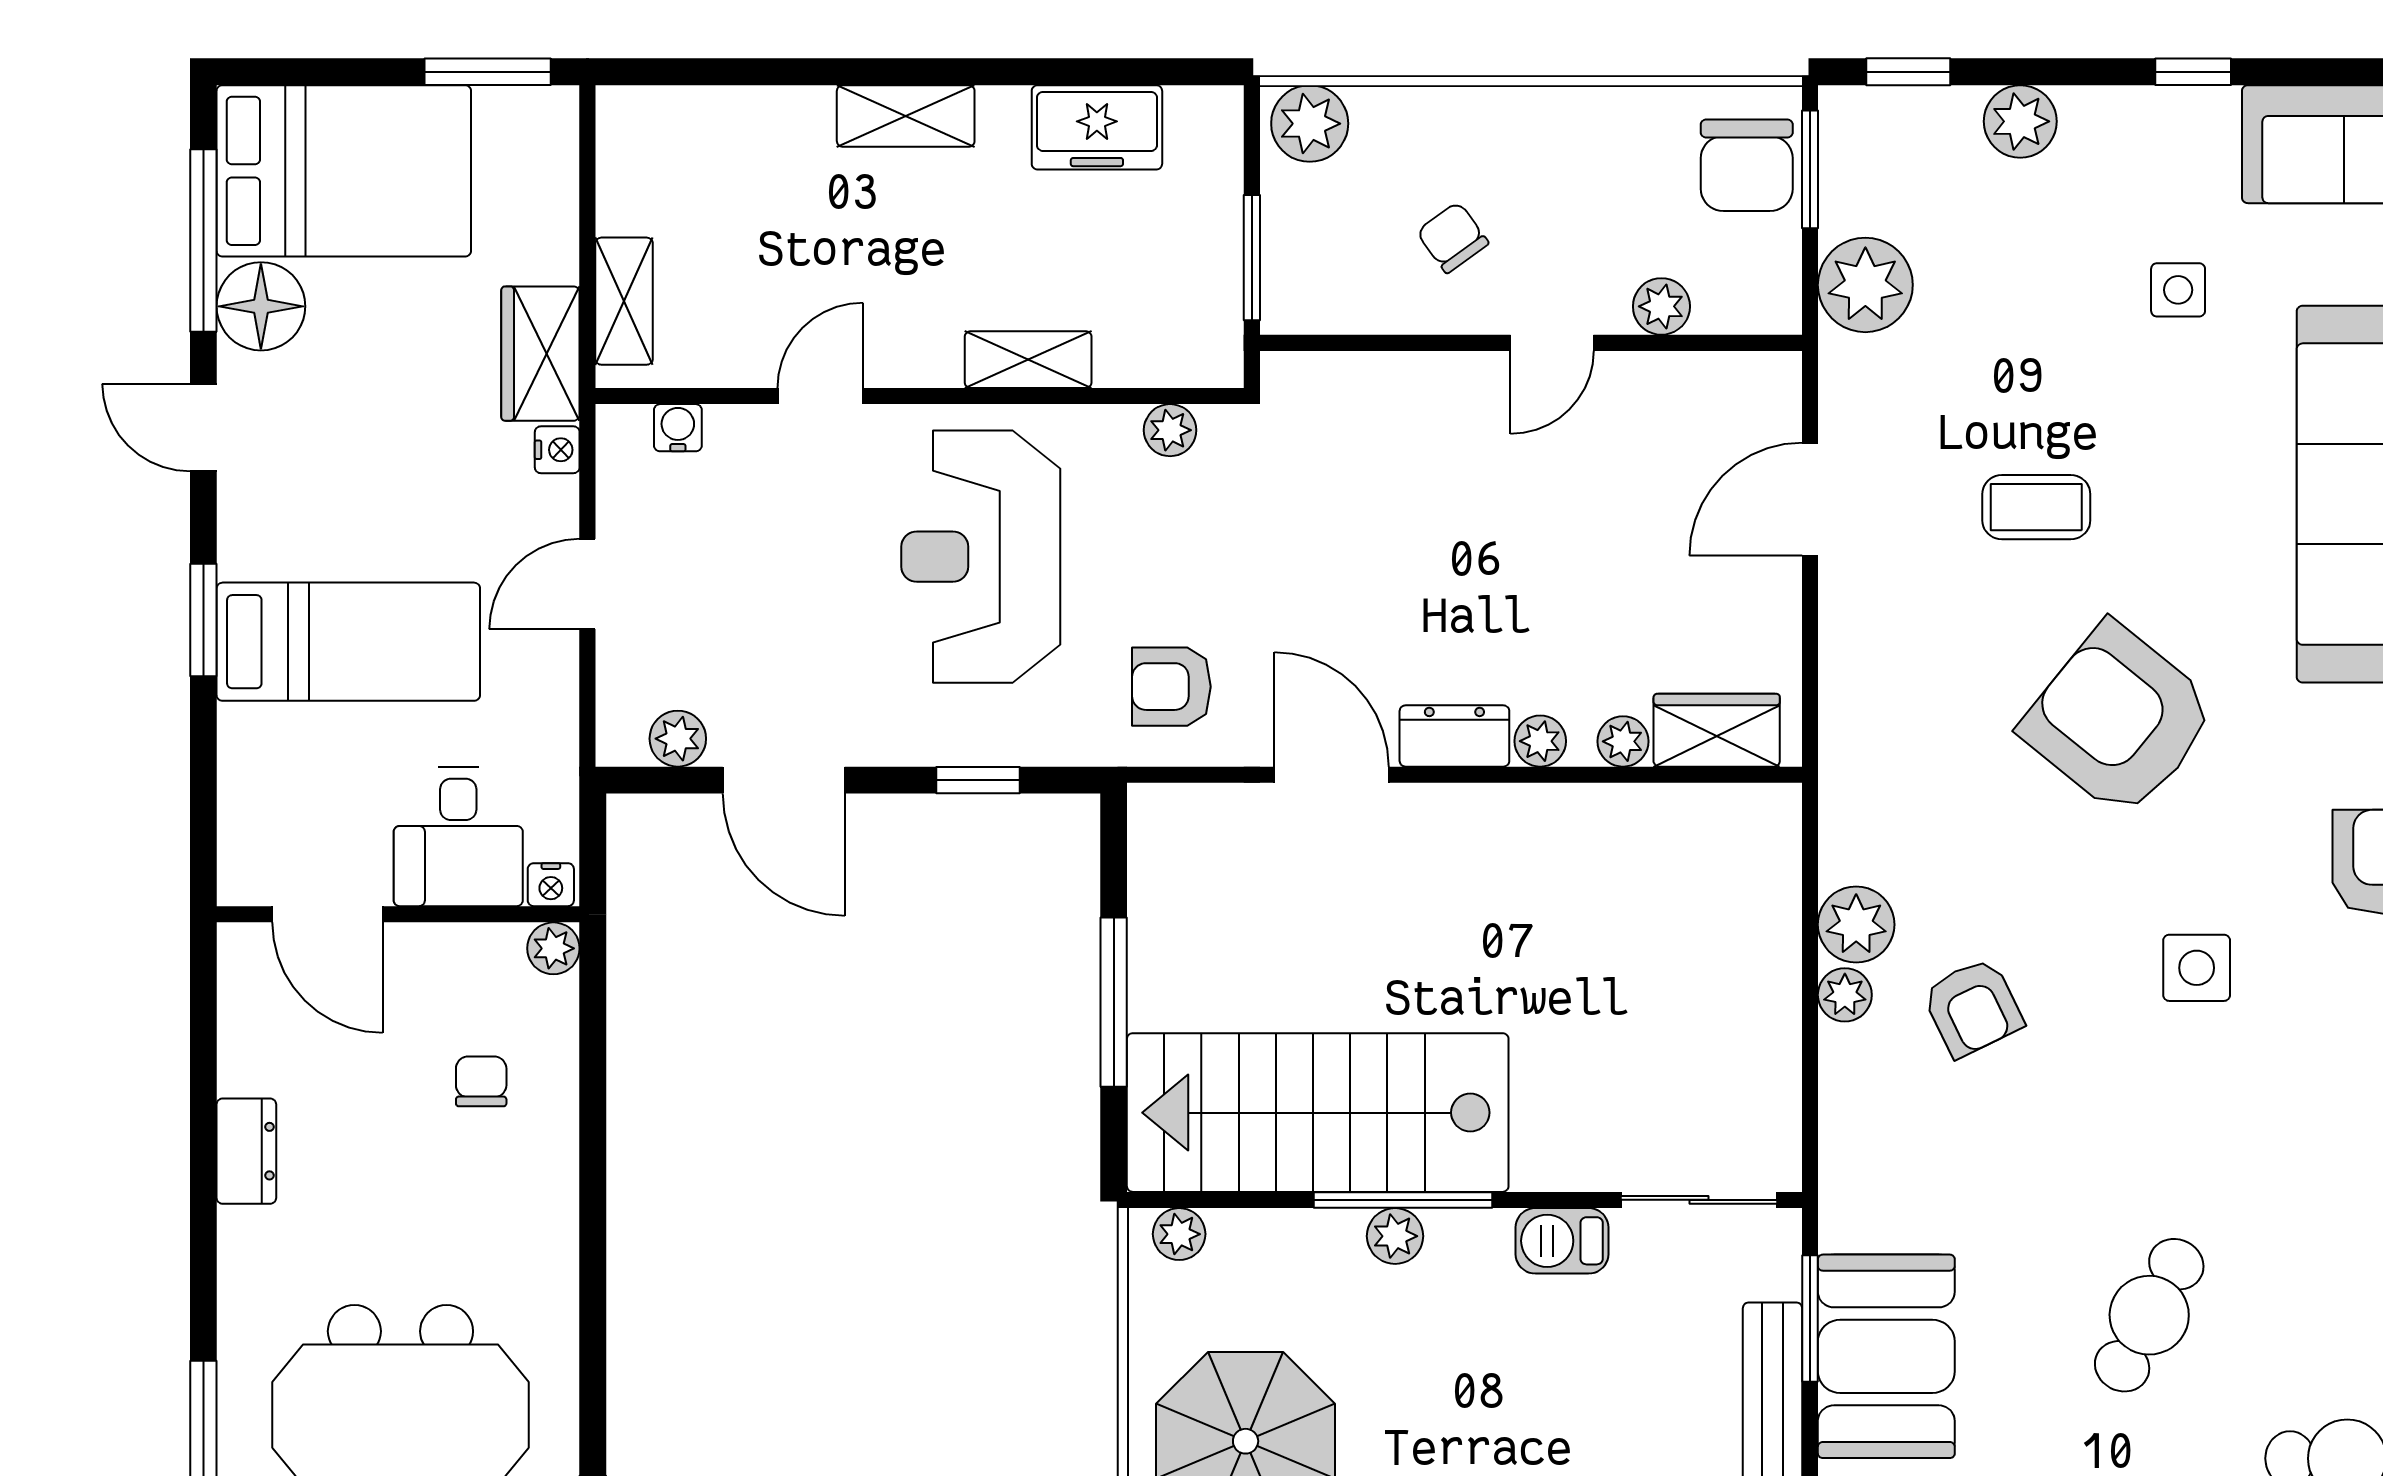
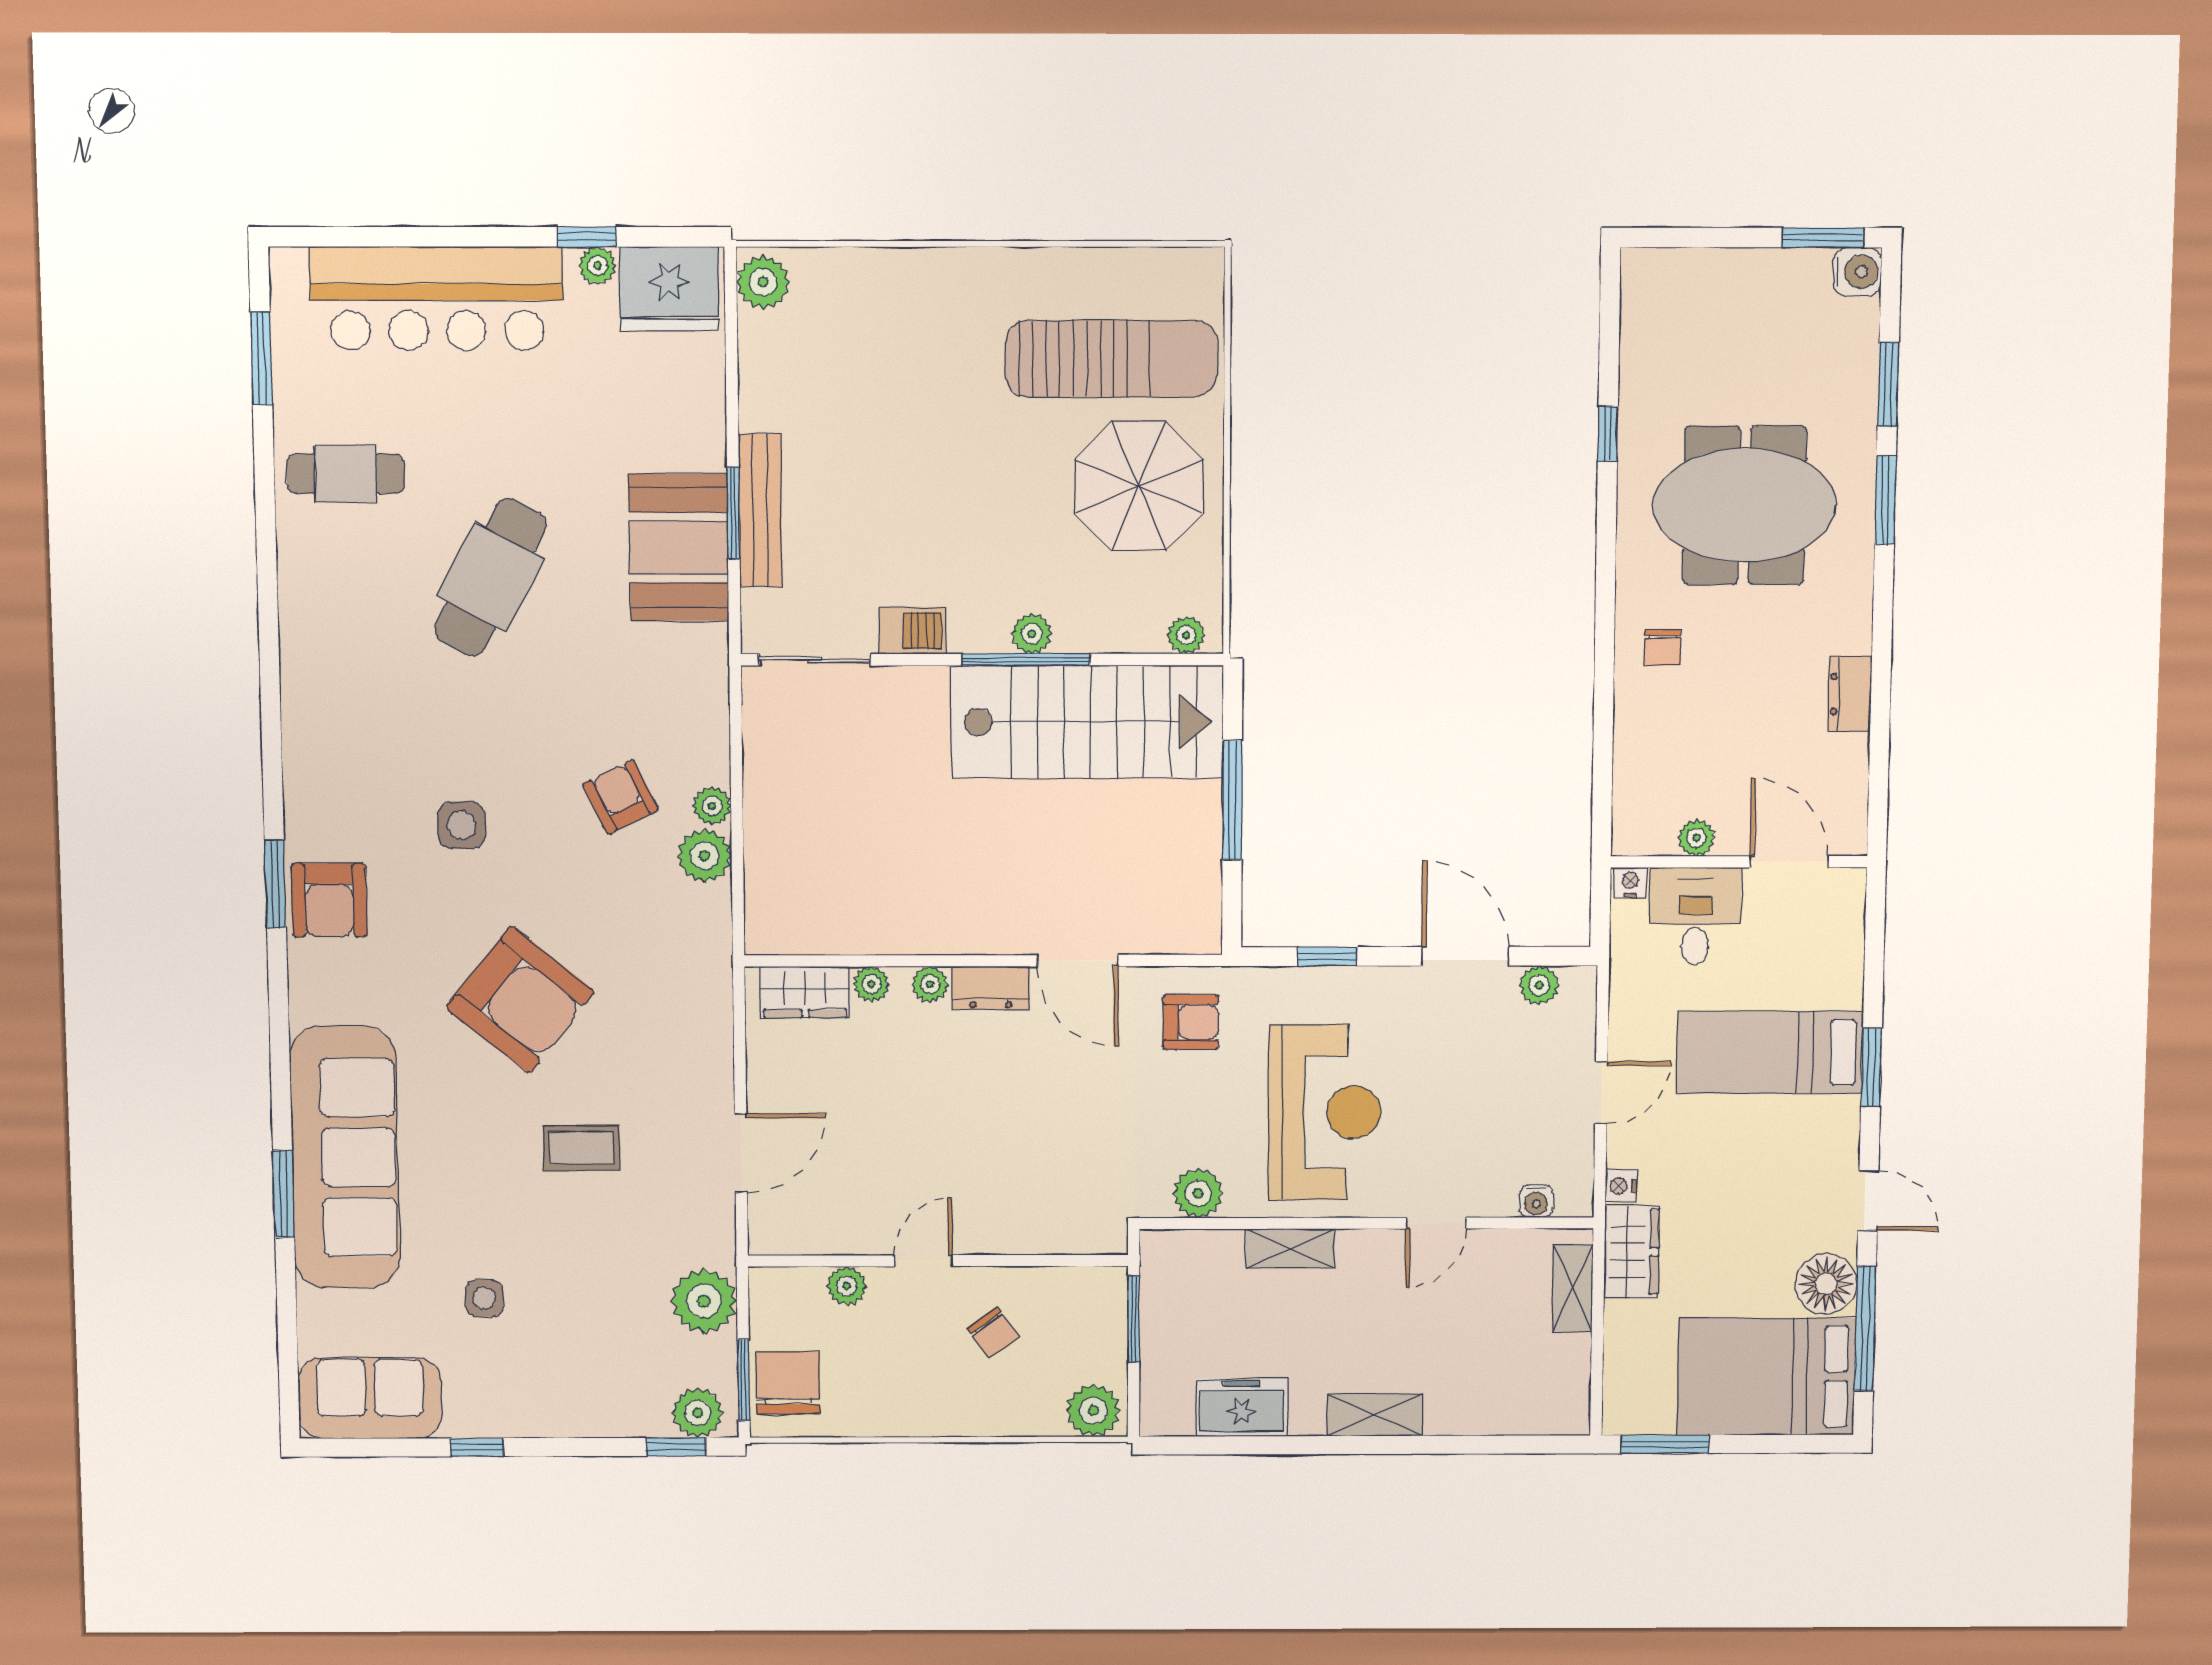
plant: (2020, 121) -> (698, 1413), moved
plant: (1170, 430) -> (1198, 1193), width x1.38, depth x1.38
plant: (553, 948) -> (1696, 838), moved
chair: (481, 1081) -> (1662, 648), moved
cafe table: (2149, 1315) -> (491, 577), width x1.37, depth x1.35
window: (1810, 1319) -> (733, 513), moved

